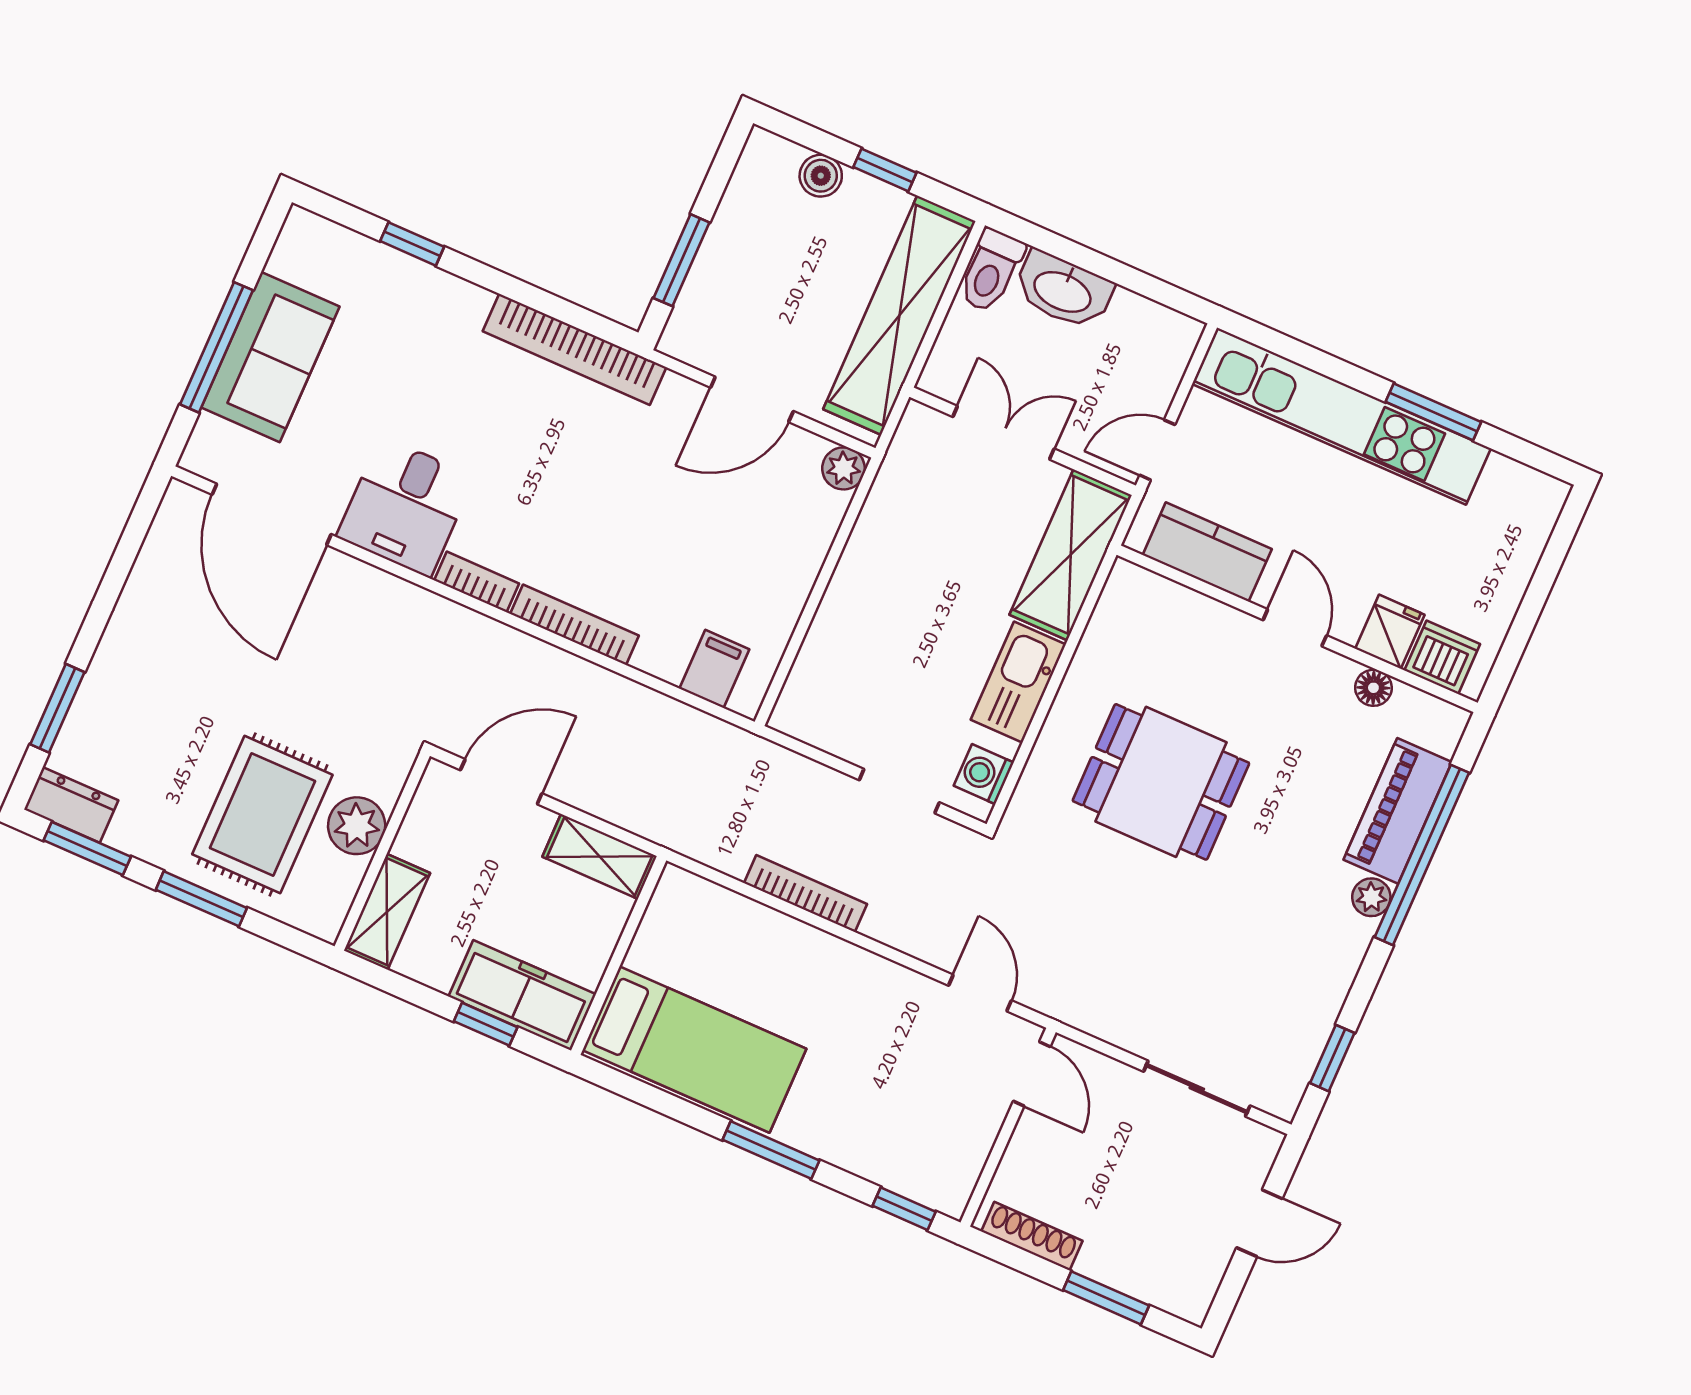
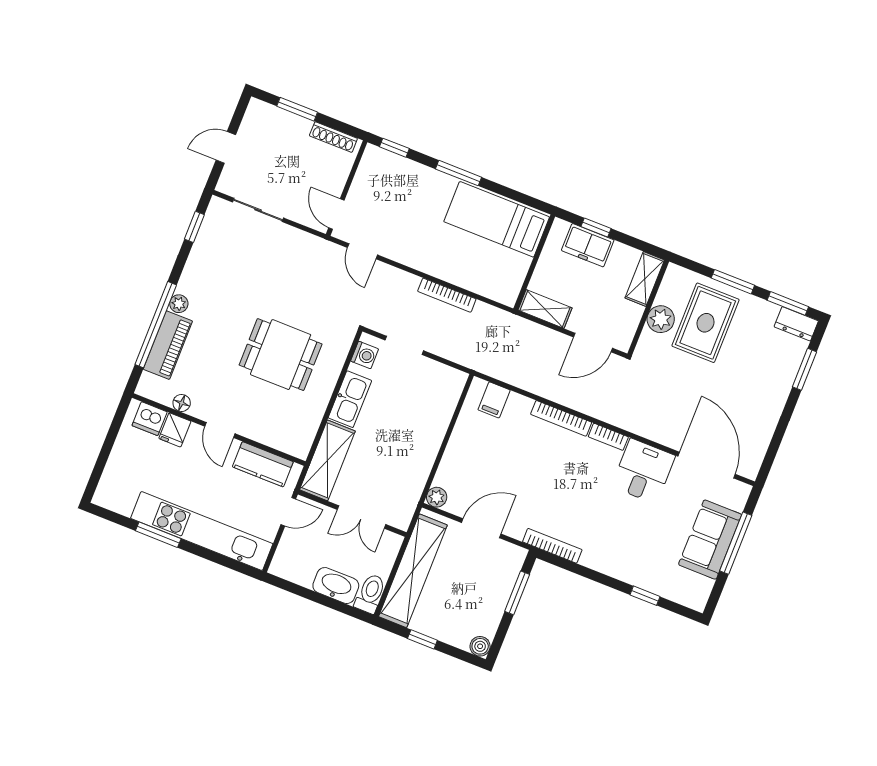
boiler: (821, 176) -> (480, 646), moved
bookcase: (574, 349) -> (552, 546), width x0.68, depth x0.76
freezer: (522, 995) -> (588, 245), width x0.71

